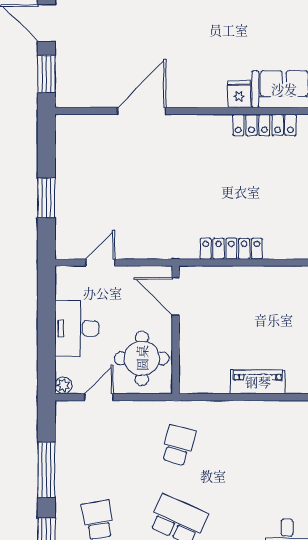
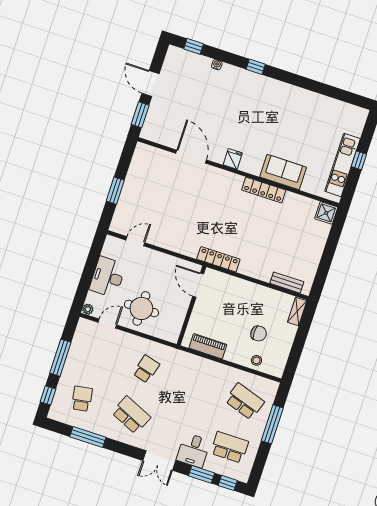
fridge: (239, 94) -> (233, 159), moved
door: (142, 111) -> (191, 157), hinge flipped
door: (176, 296) -> (198, 285), moved
wall: (176, 330) -> (191, 306), moved

